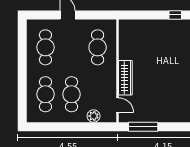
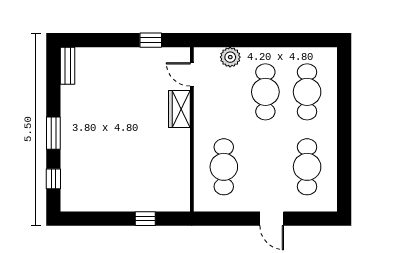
window: (175, 15) -> (145, 219), moved
wardrobe: (125, 78) -> (179, 109), width x0.67
window: (143, 127) -> (151, 40), width x0.46

